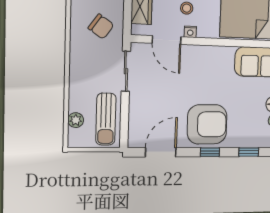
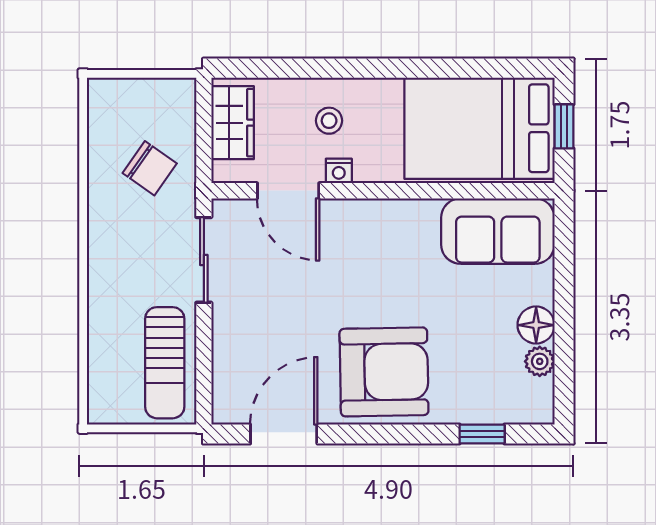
plant: (76, 120) -> (103, 366), removed
window: (210, 152) -> (393, 434), removed

